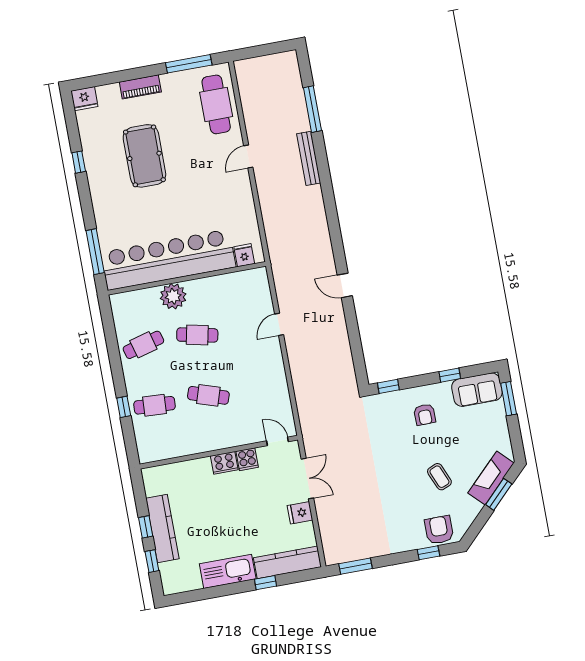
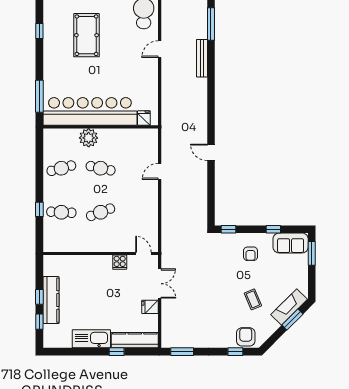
cafe table: (208, 395) -> (101, 212), turned -39
cooker: (224, 463) -> (103, 262), removed

